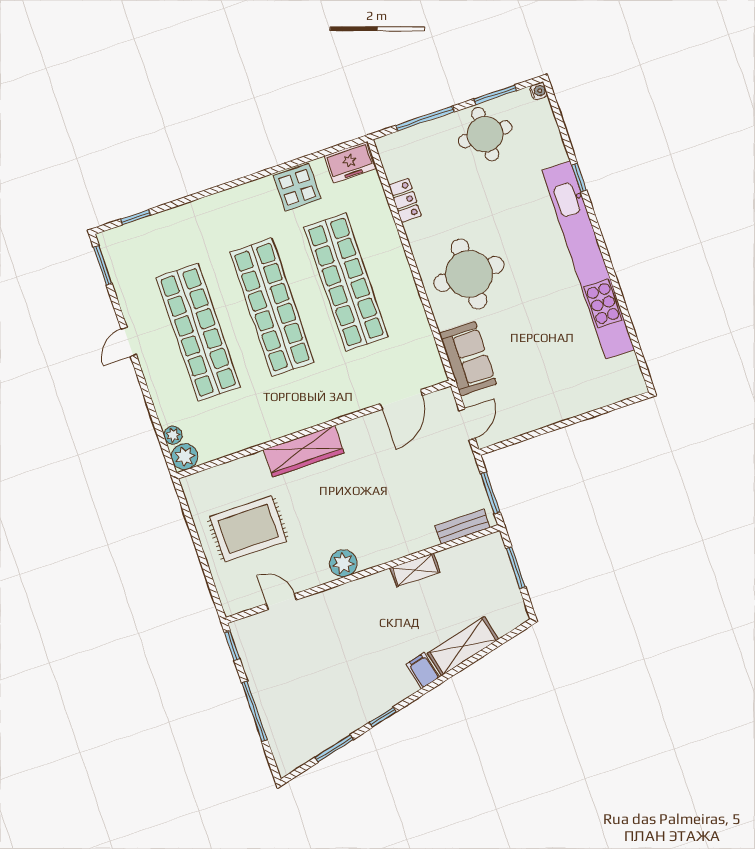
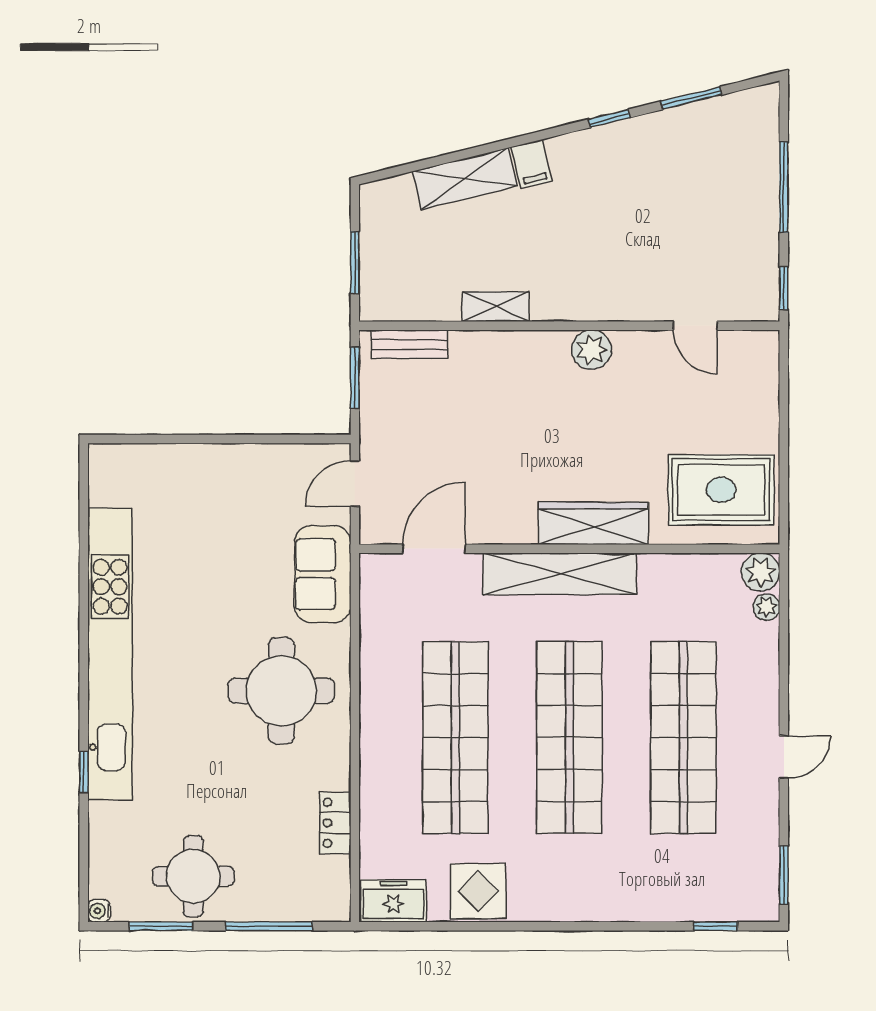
shelving: (314, 411) -> (560, 574), added
rug: (248, 529) -> (721, 490), moved

